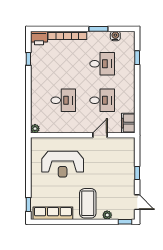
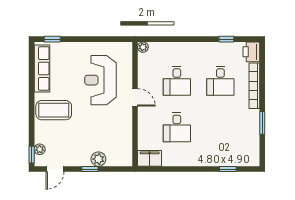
water cooler: (115, 36) -> (254, 143), removed
desk: (102, 64) -> (220, 81), moved
door: (100, 135) -> (135, 97), moved
plant: (129, 166) -> (98, 159), added
plant: (107, 215) -> (40, 149), moved

